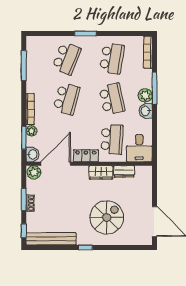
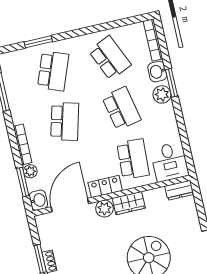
window: (85, 34) -> (38, 42), moved
school desk: (112, 58) -> (110, 58), turned -33
window: (155, 88) -> (171, 83), width x0.69
washbasin: (146, 111) -> (157, 72), moved
dresser: (124, 171) -> (179, 190), moved
plant: (34, 172) -> (104, 209), moved

